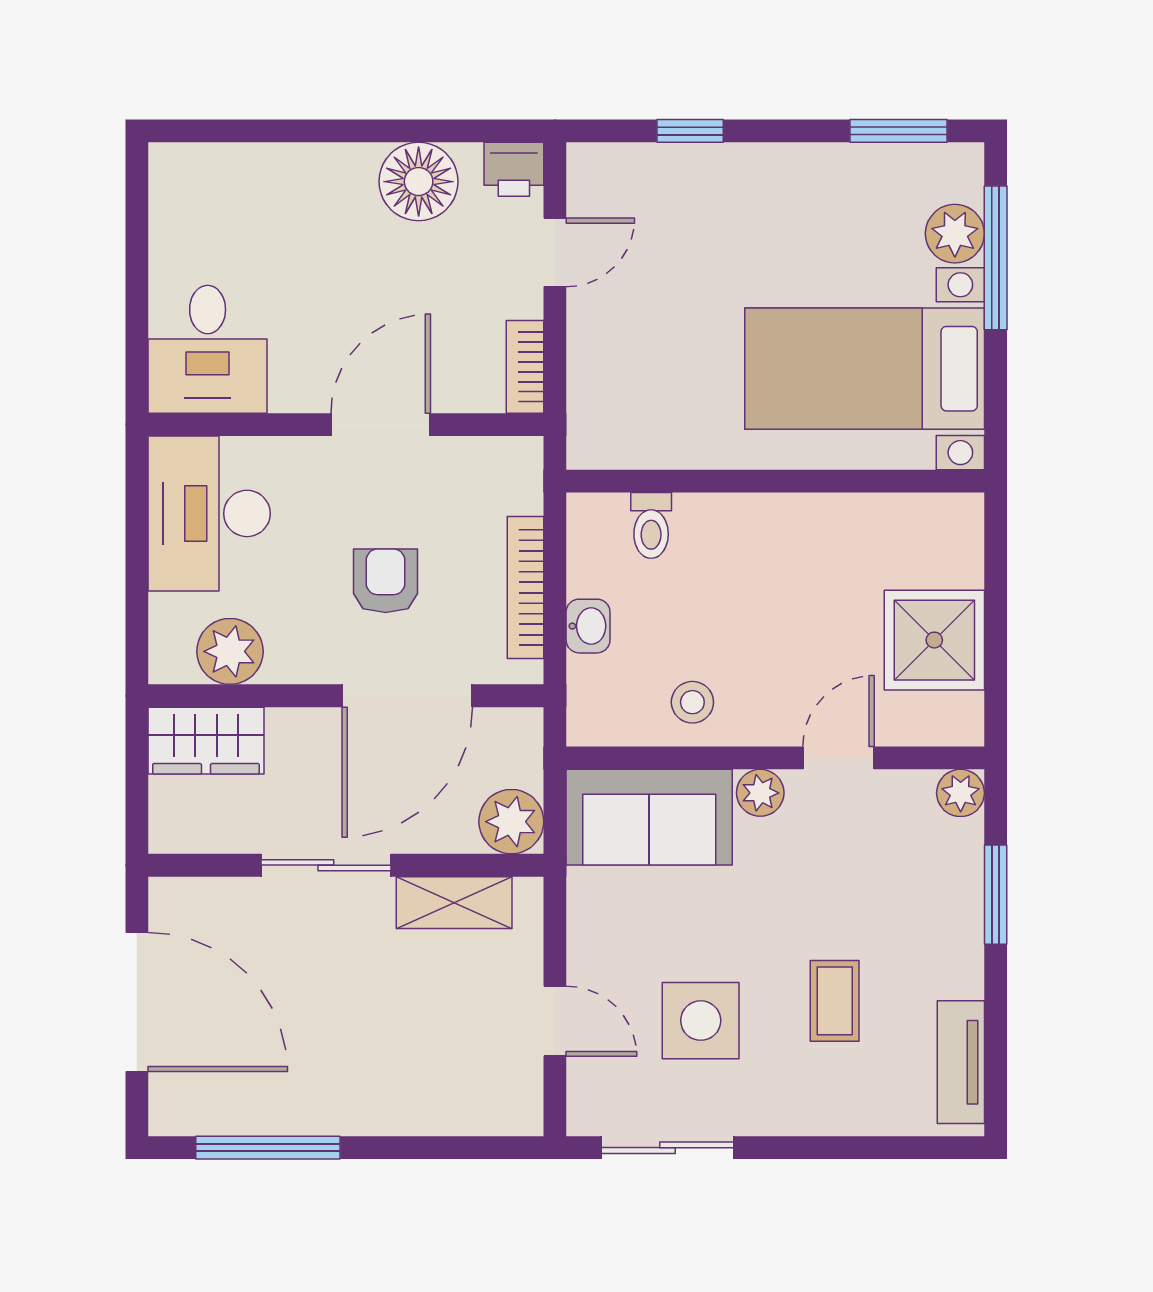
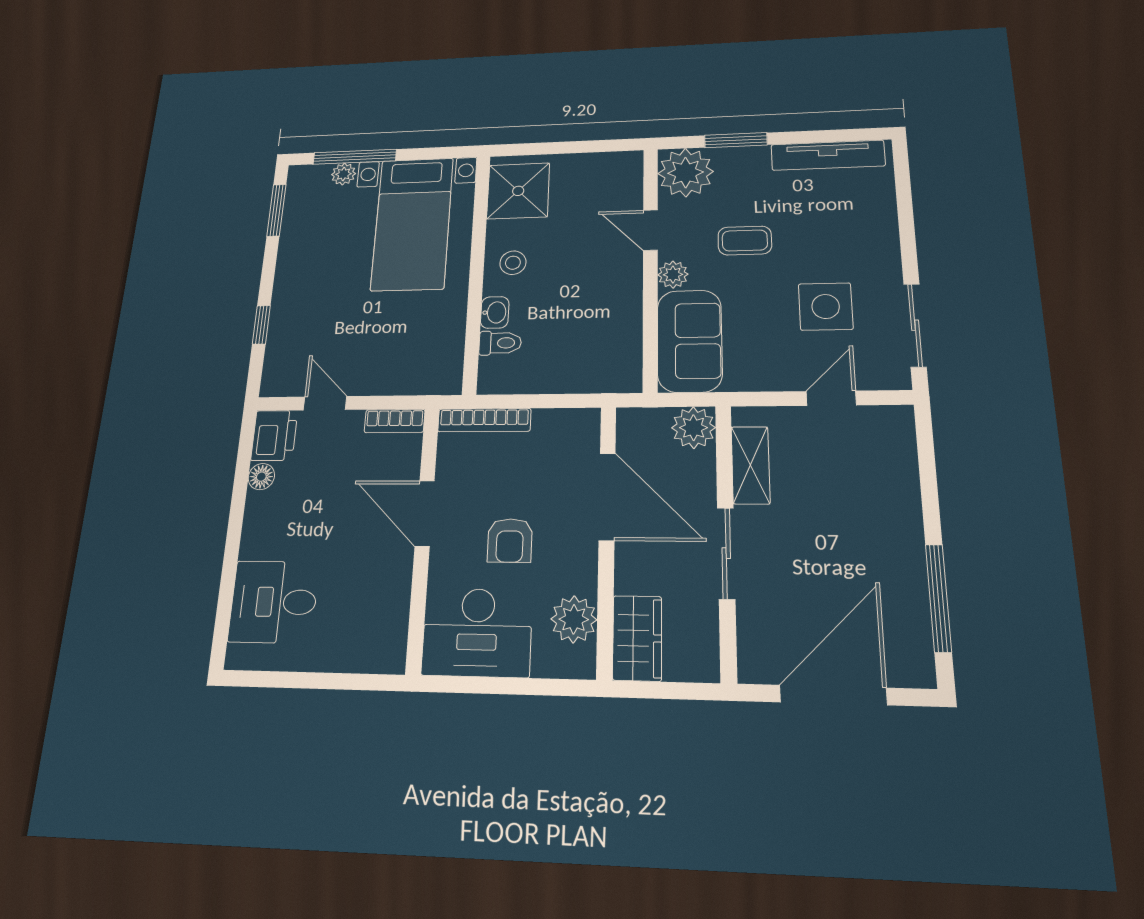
printer: (514, 169) -> (274, 435), width x1.36, depth x1.24
floor lamp: (419, 182) -> (261, 477), width x0.53, depth x0.53
plant: (955, 234) -> (344, 174), width x0.73, depth x0.73
desk: (208, 349) -> (274, 602), moved, turned 180
armchair: (386, 581) -> (510, 540), moved, turned -90
bookcase: (525, 588) -> (484, 420), moved
washbasin: (588, 626) -> (495, 312), moved, turned 90
shower: (934, 640) -> (518, 191), moved
stool: (692, 702) -> (513, 263), moved
plant: (961, 793) -> (686, 173), width x1.87, depth x1.87
coffee table: (835, 1001) -> (745, 241), moved
tv unit: (961, 1062) -> (828, 155), width x1.41

